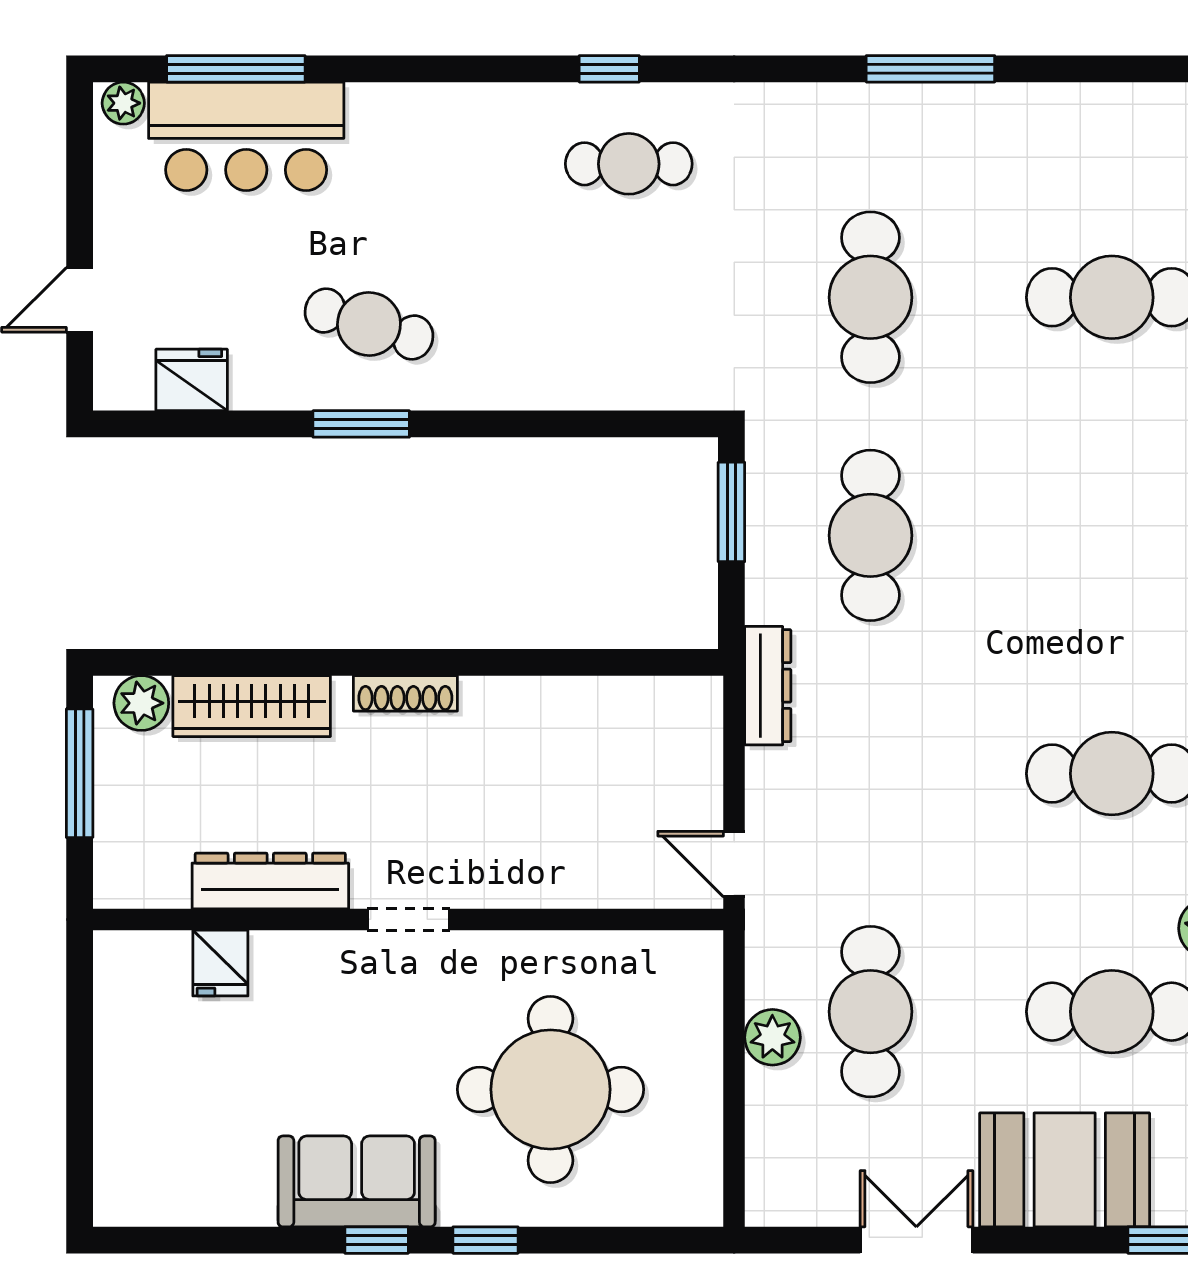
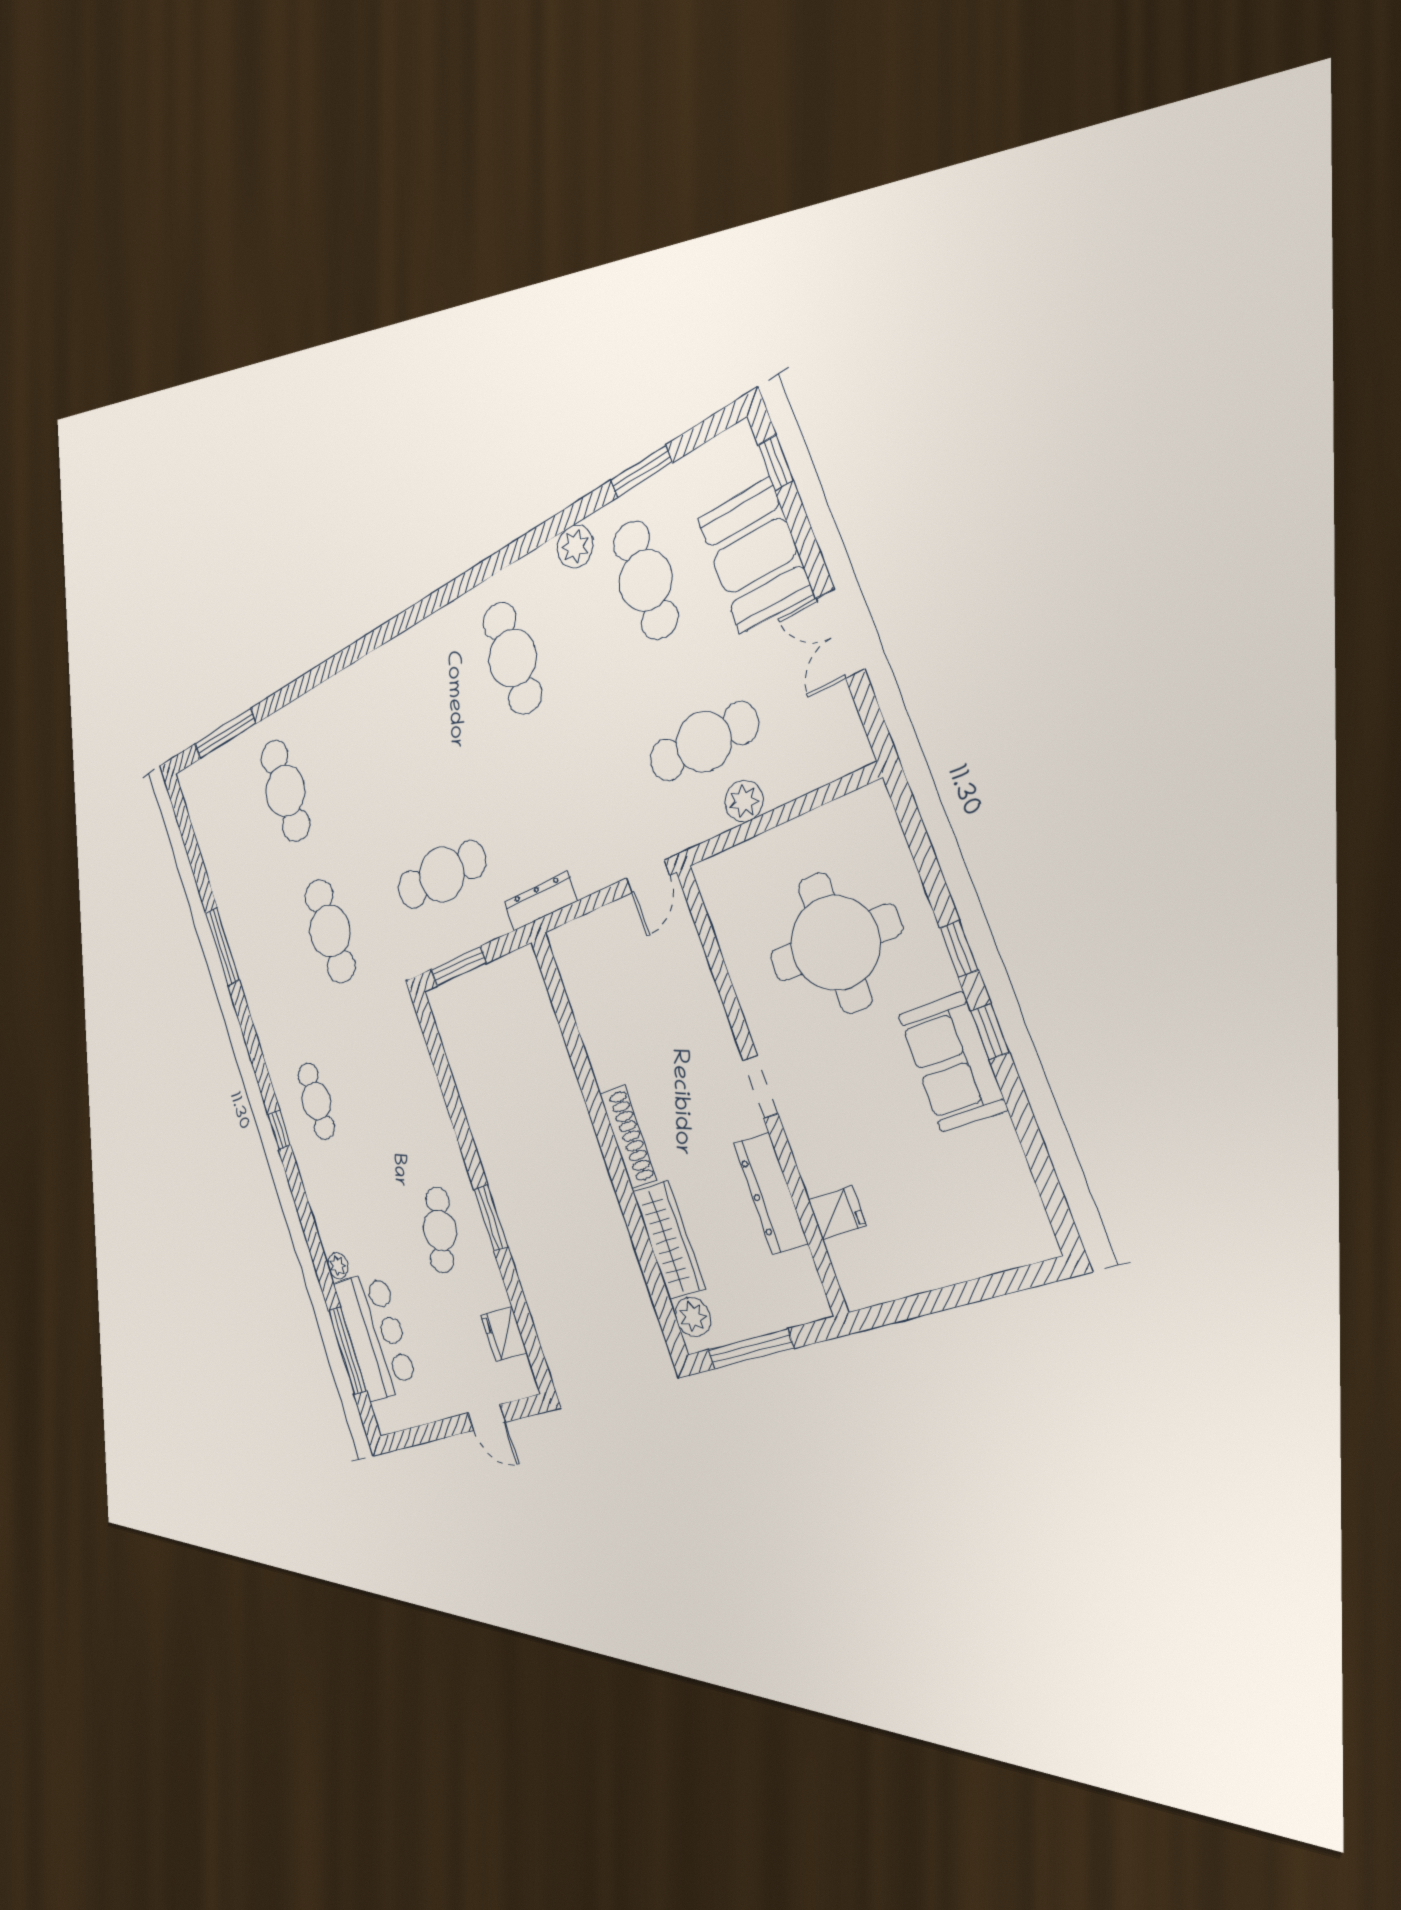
plant: (123, 103) -> (338, 1266), moved
cafe table: (870, 297) -> (330, 931), turned 90
shoe rack: (405, 693) -> (628, 1137), width x1.36, depth x1.24

